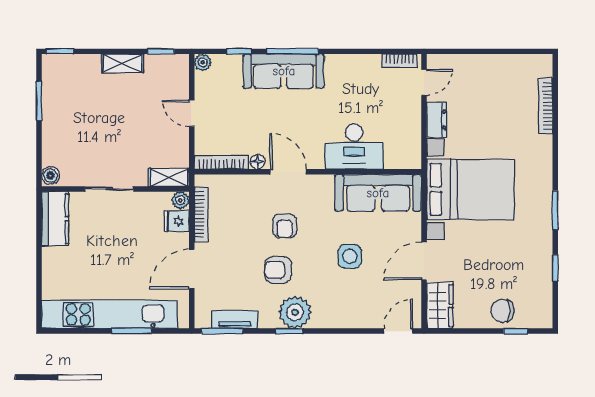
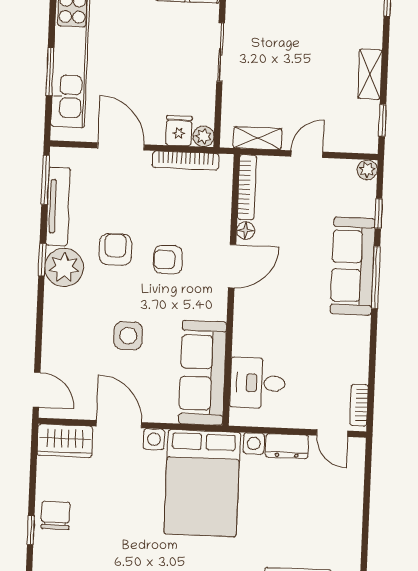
desk: (354, 147) -> (258, 383), moved, width x0.73
shelving: (169, 177) -> (257, 138), moved, turned 90
tv unit: (235, 320) -> (58, 207), width x1.41

